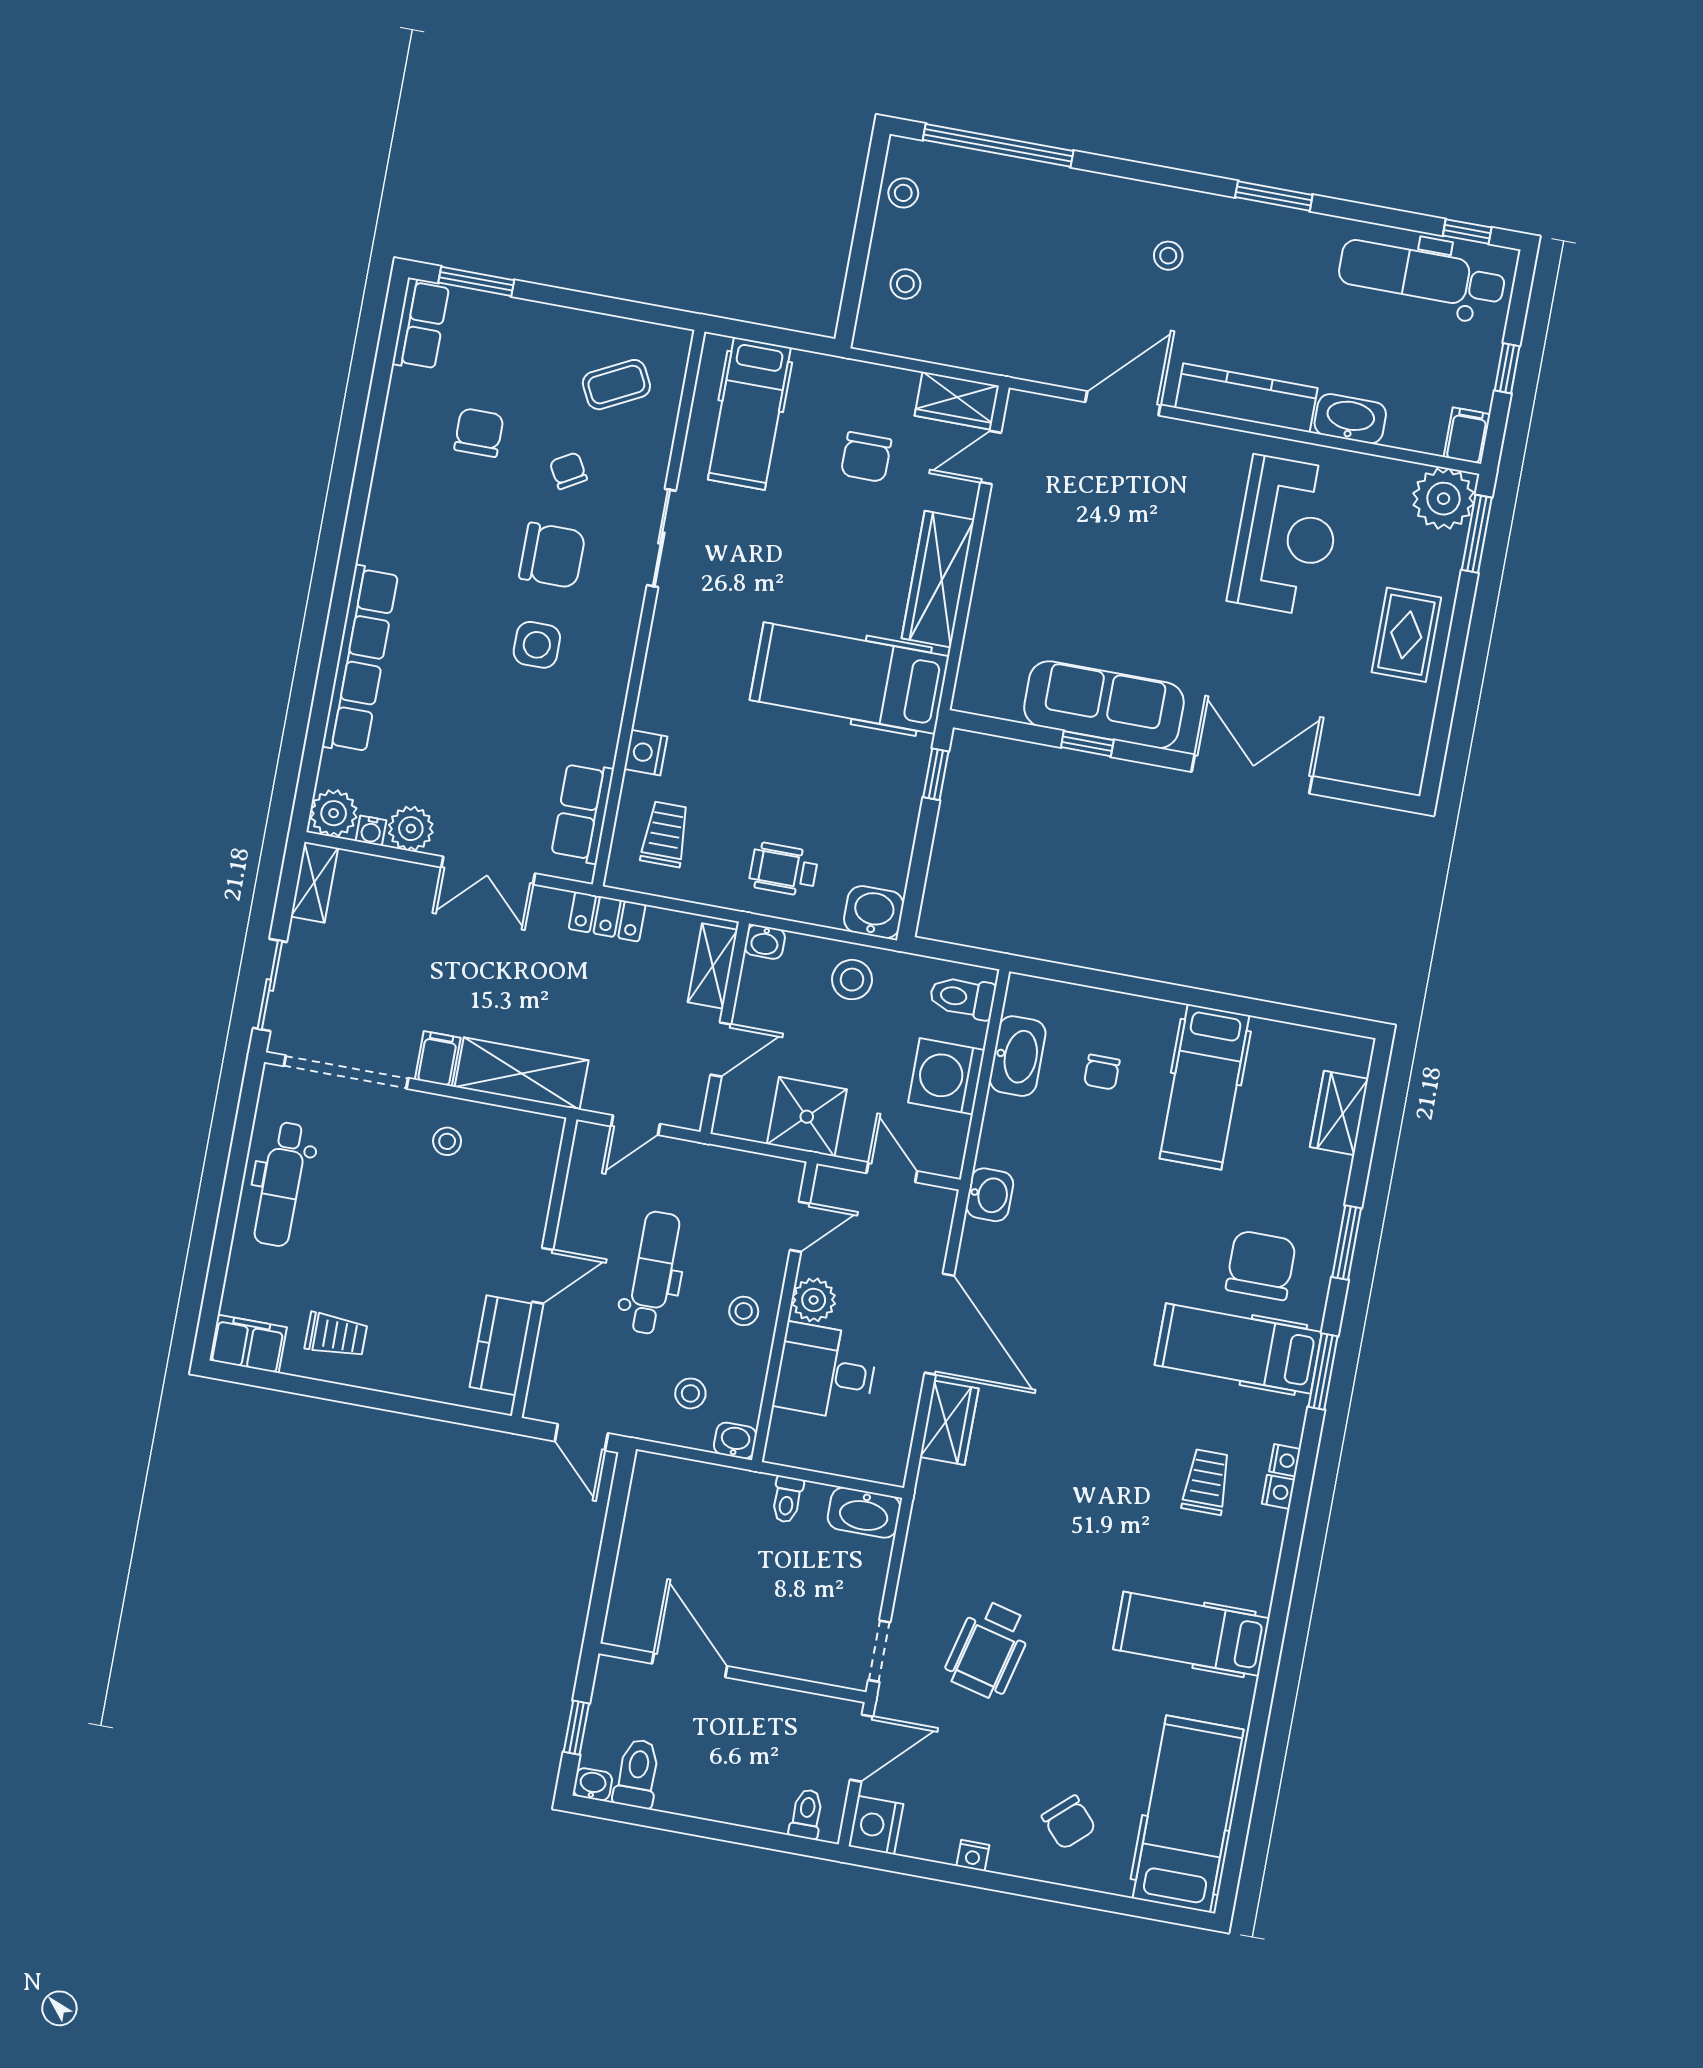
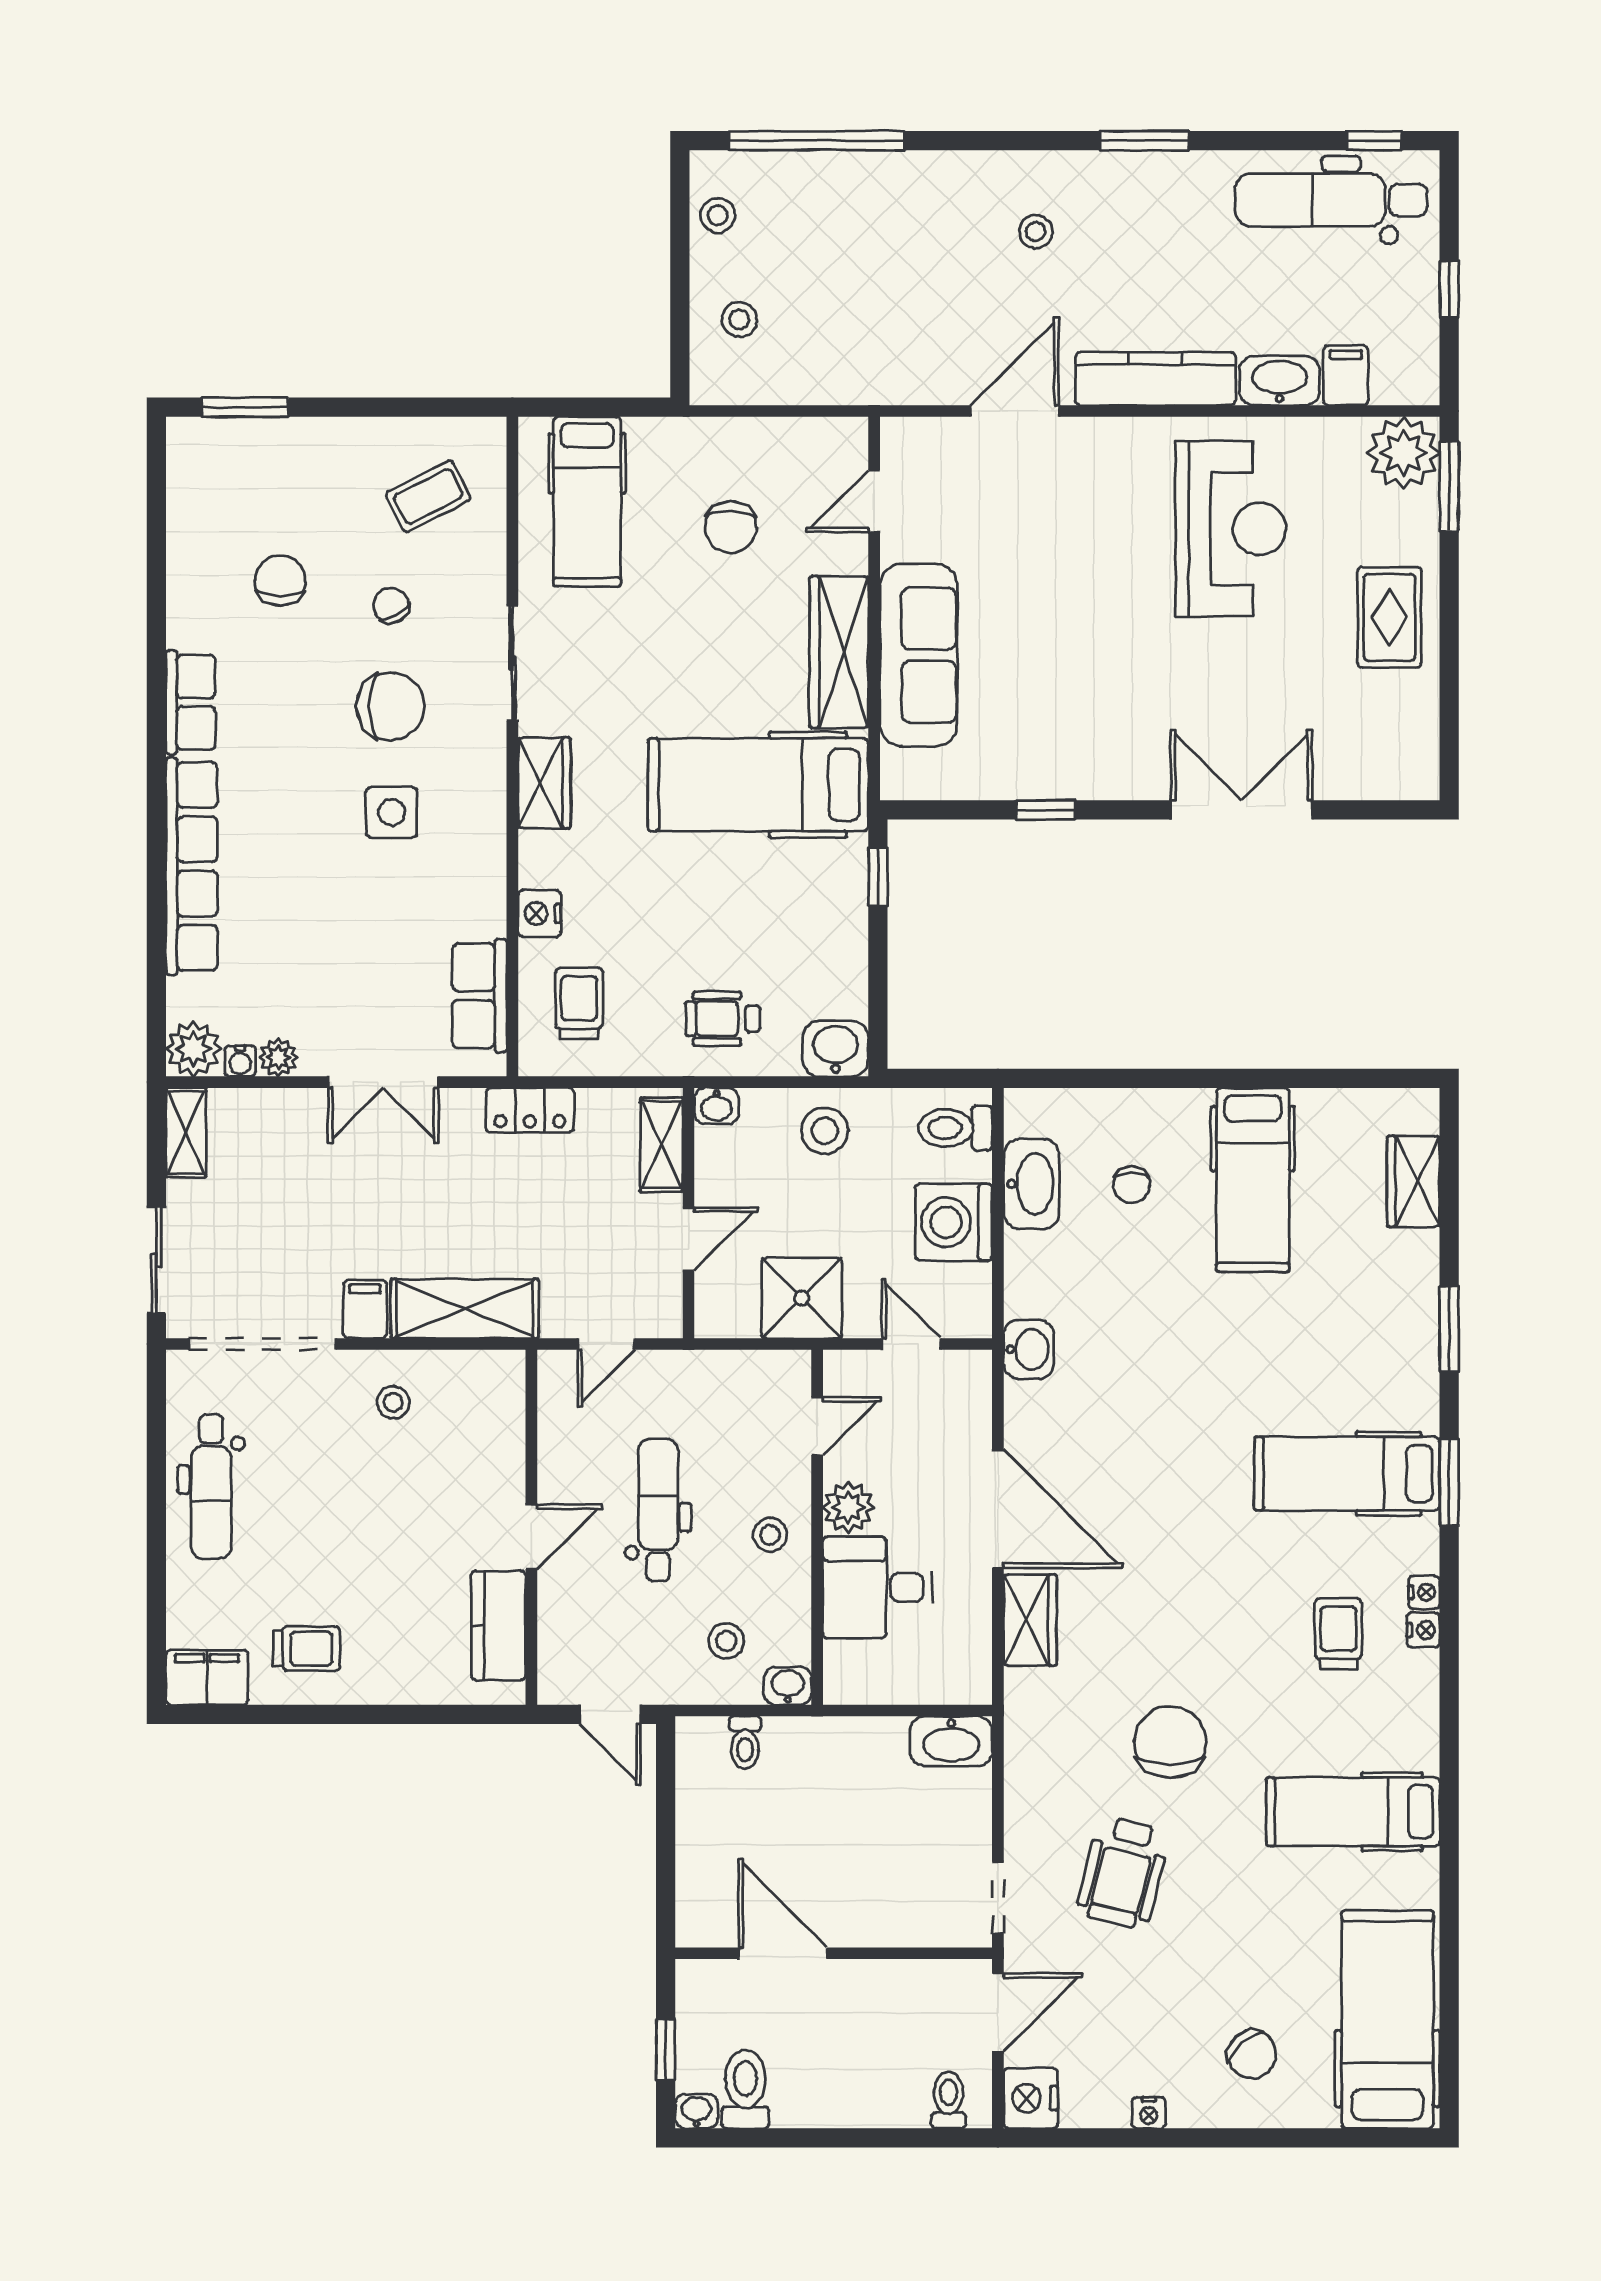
row of seats: (421, 324) -> (191, 702), moved
wardrobe: (957, 401) -> (544, 783), moved, turned -90
filing cabinet: (1467, 436) -> (1346, 375), moved
sofa: (1104, 705) -> (919, 655), moved, turned 90
plant: (411, 829) -> (278, 1057), width x0.73, depth x0.73
chair: (1261, 1265) -> (1170, 1742), moved
toilet: (787, 1499) -> (745, 1743), moved

